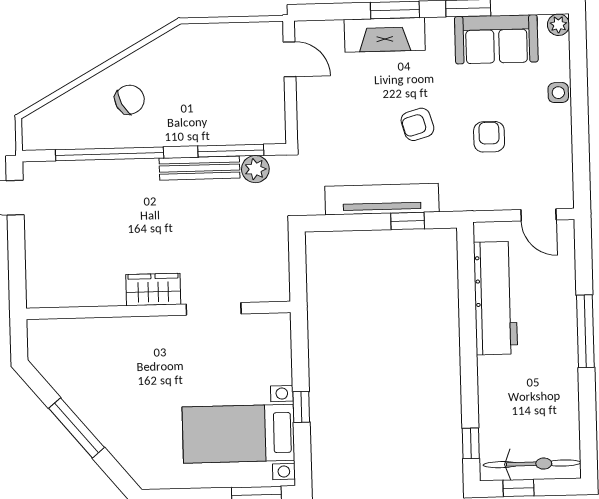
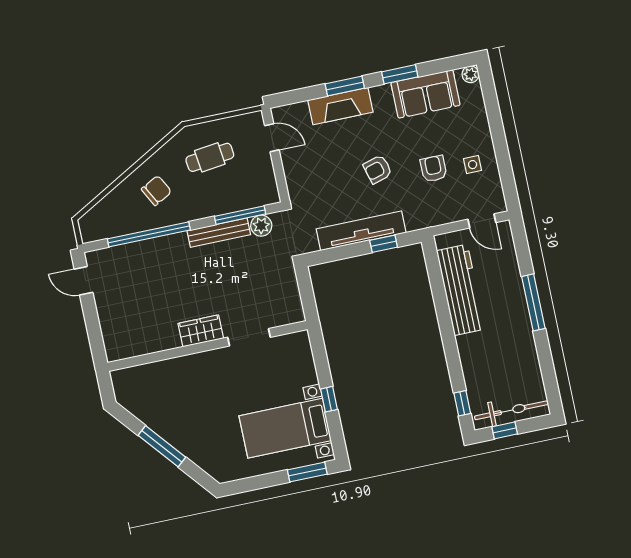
cafe table: (206, 70) -> (210, 157), added
side table: (558, 93) -> (473, 165), moved

